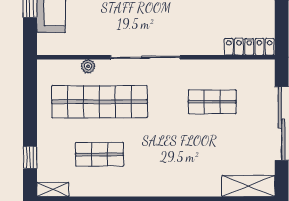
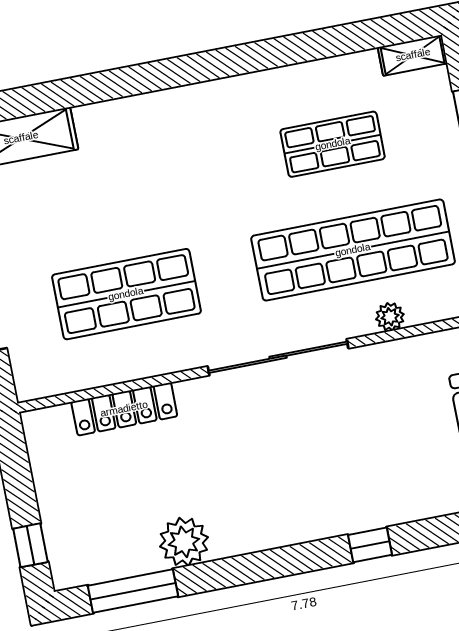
locker: (249, 47) -> (124, 409), moved
shop shelf: (212, 102) -> (126, 294), width x1.43, depth x1.36

